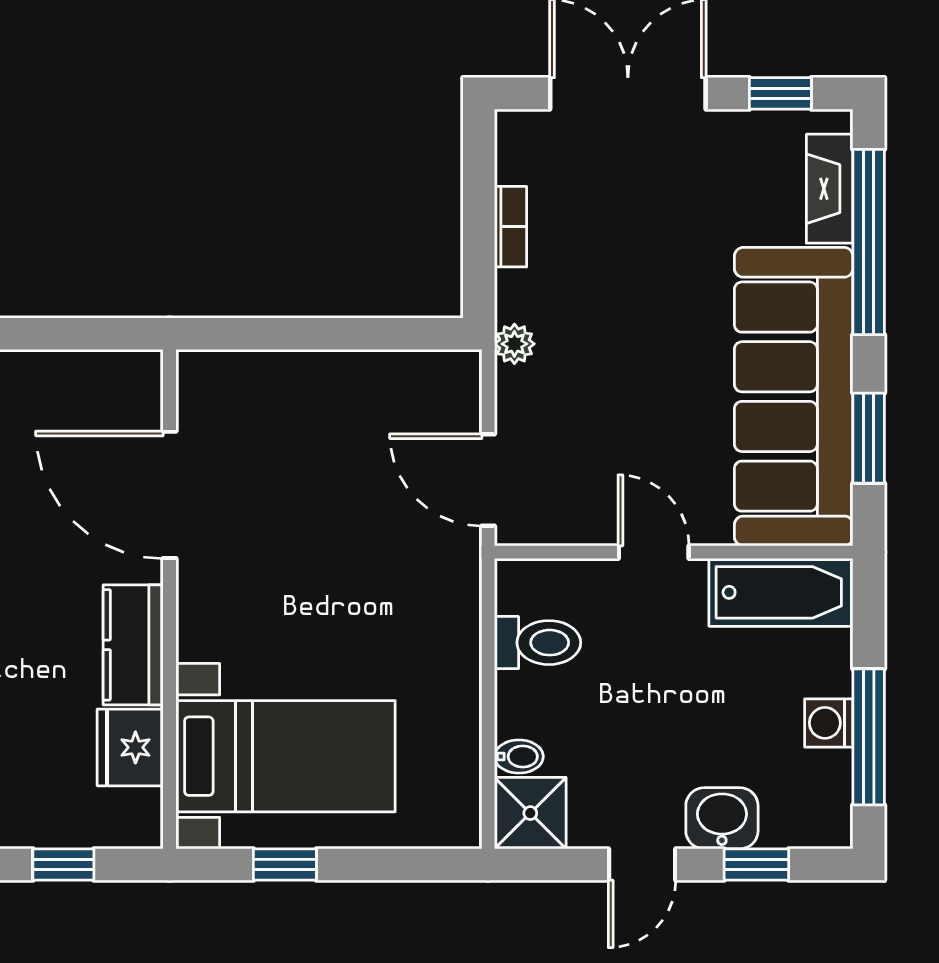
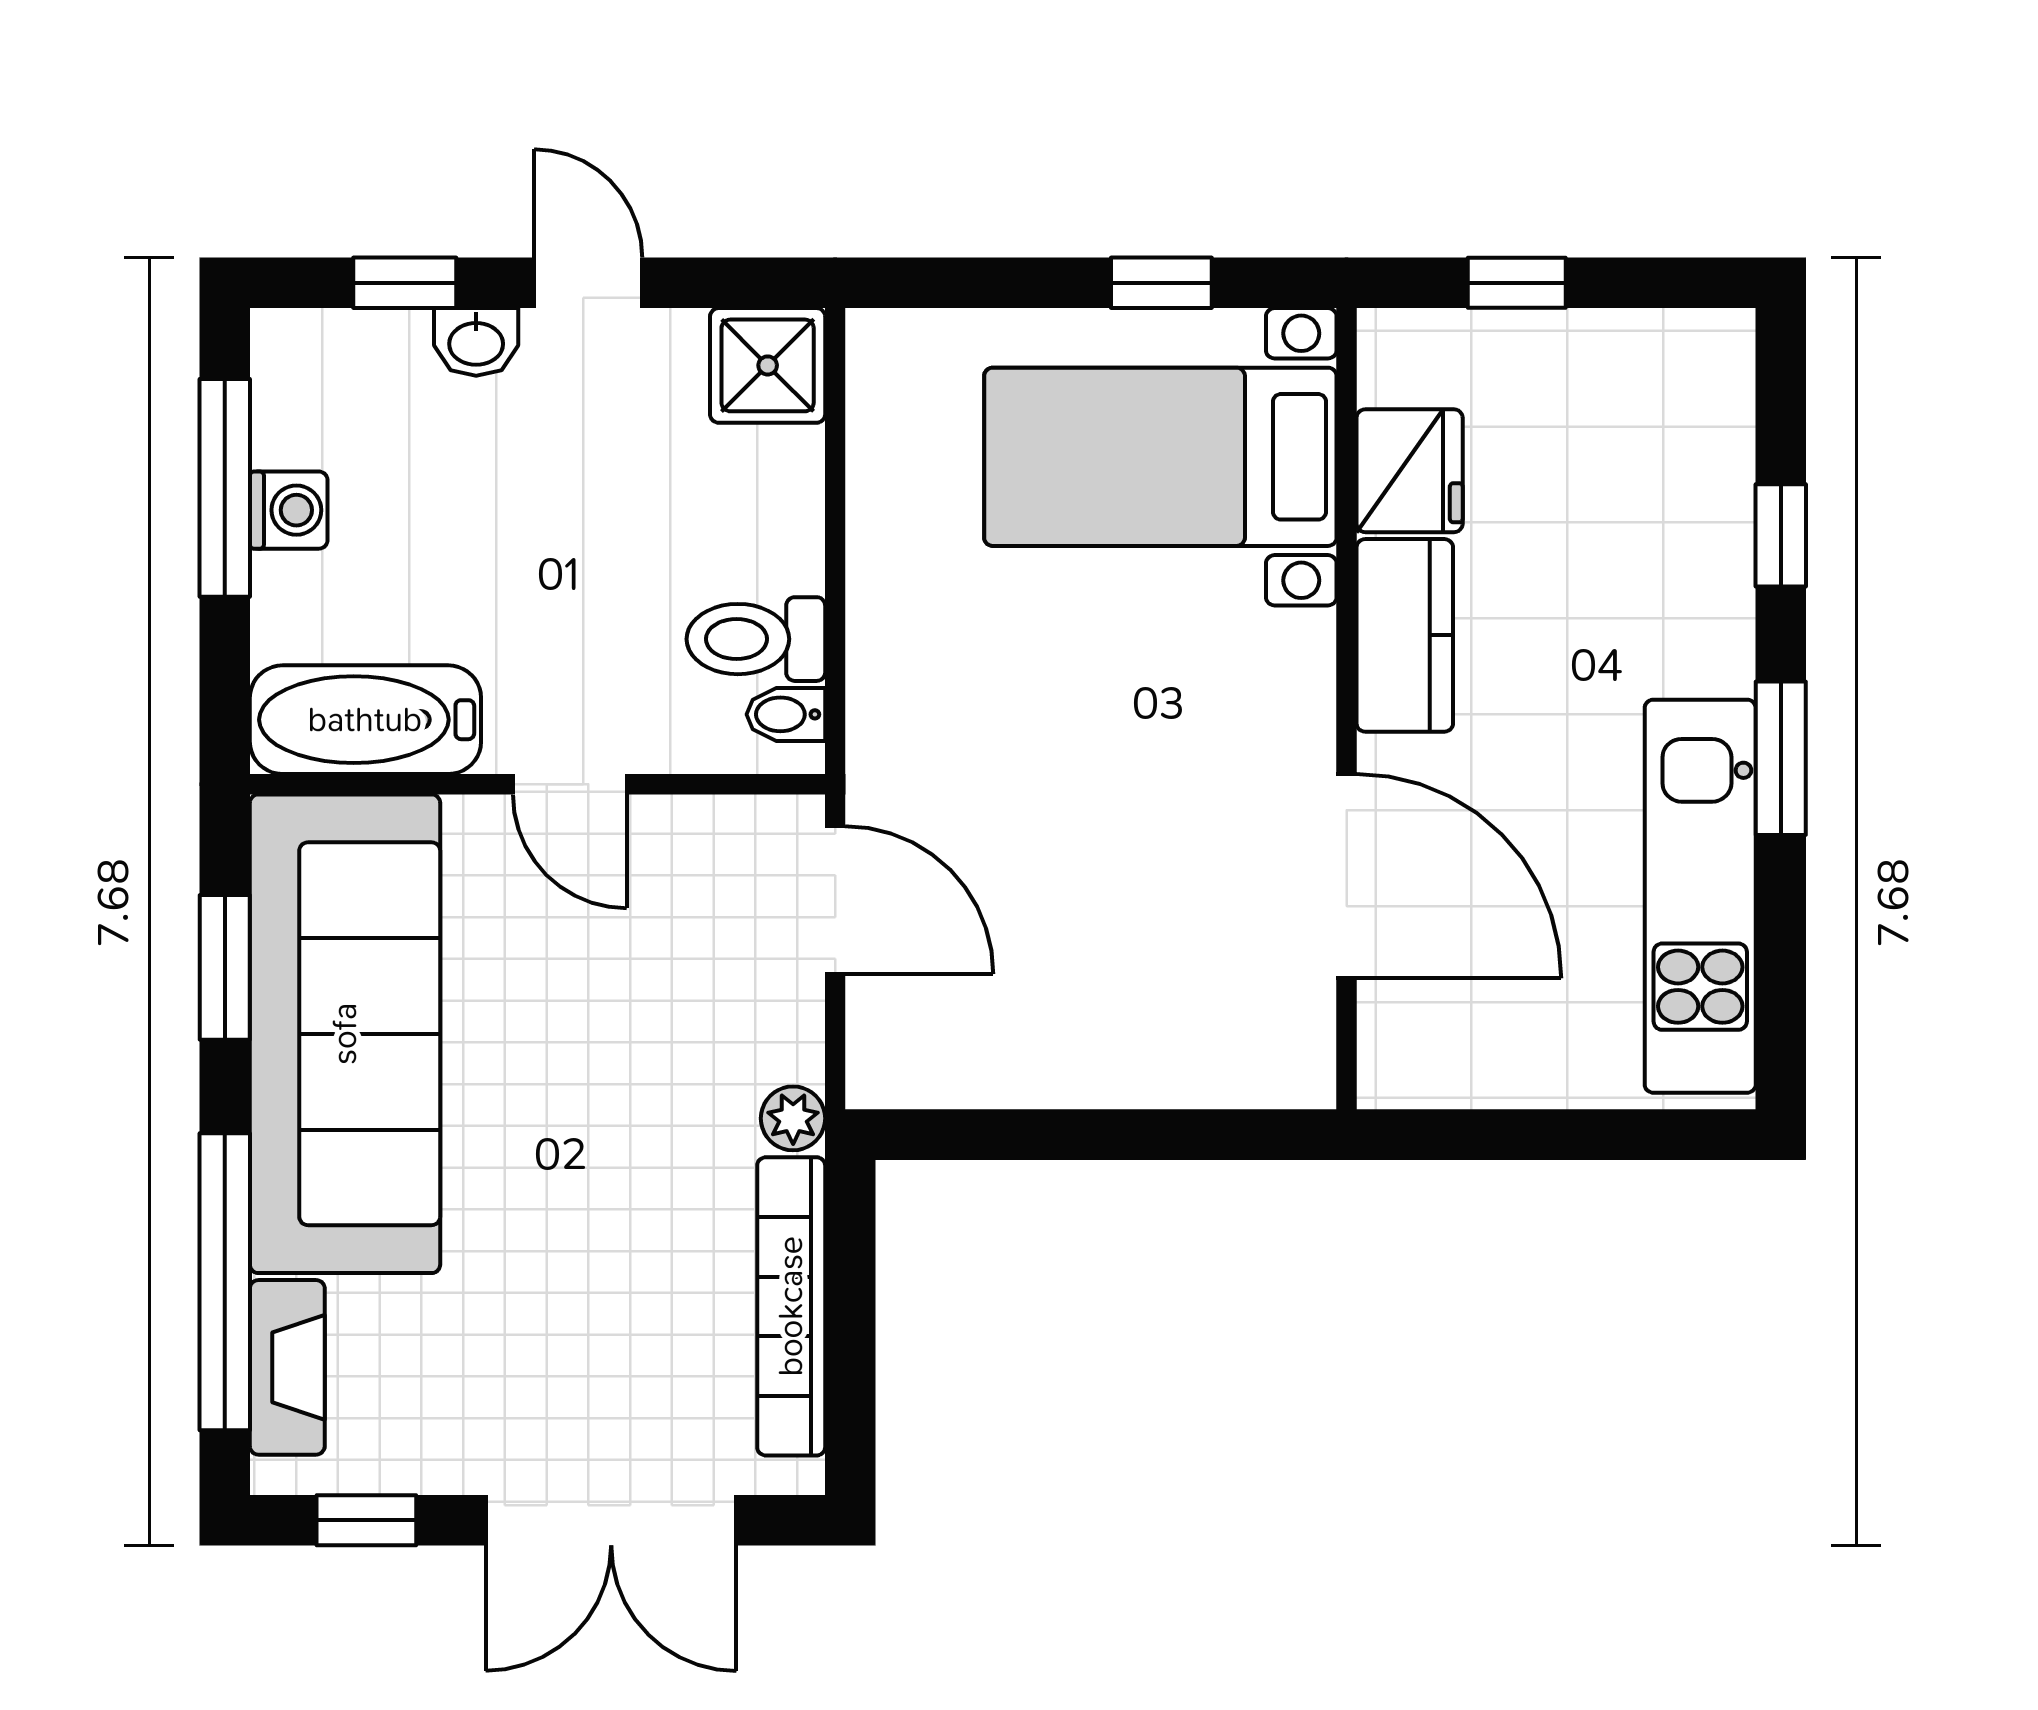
bookcase: (511, 227) -> (791, 1306), width x2.31, depth x1.31
bidet: (519, 757) -> (786, 714), moved
washbasin: (722, 818) -> (476, 342), width x0.72, depth x0.69
door: (642, 865) -> (588, 283), hinge flipped

